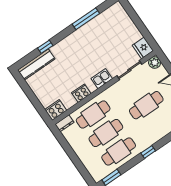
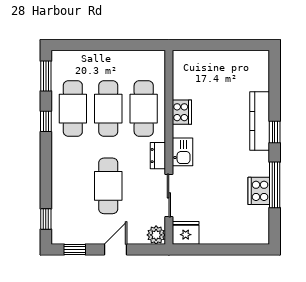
window: (45, 47) -> (275, 132), moved
kitchen counter: (36, 64) -> (260, 121), moved
cooker: (56, 110) -> (259, 191), moved, turned 180
dresser: (64, 123) -> (158, 156), moved
window: (148, 152) -> (46, 121), moved

